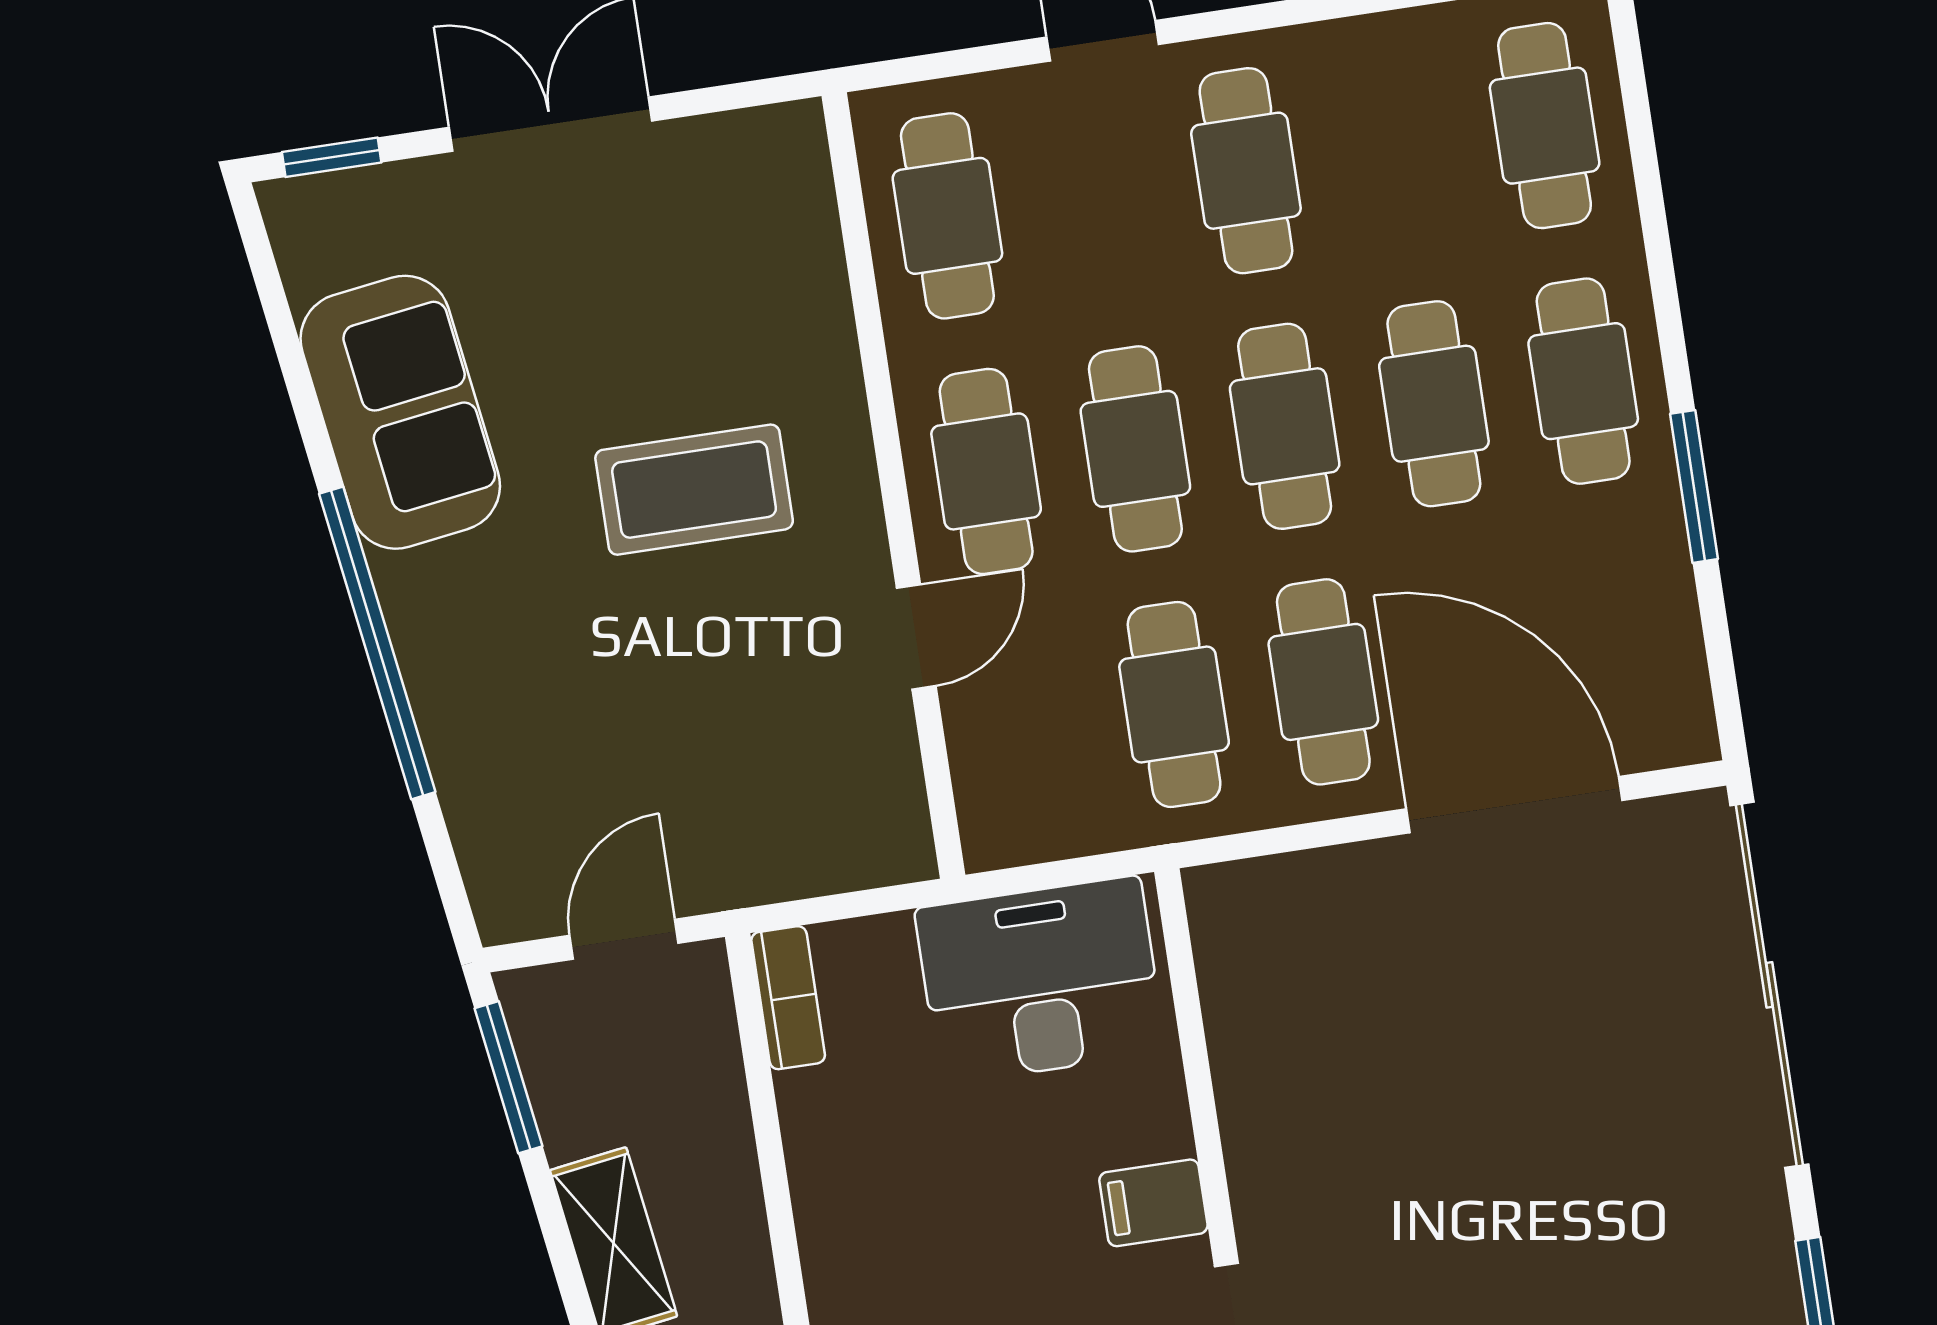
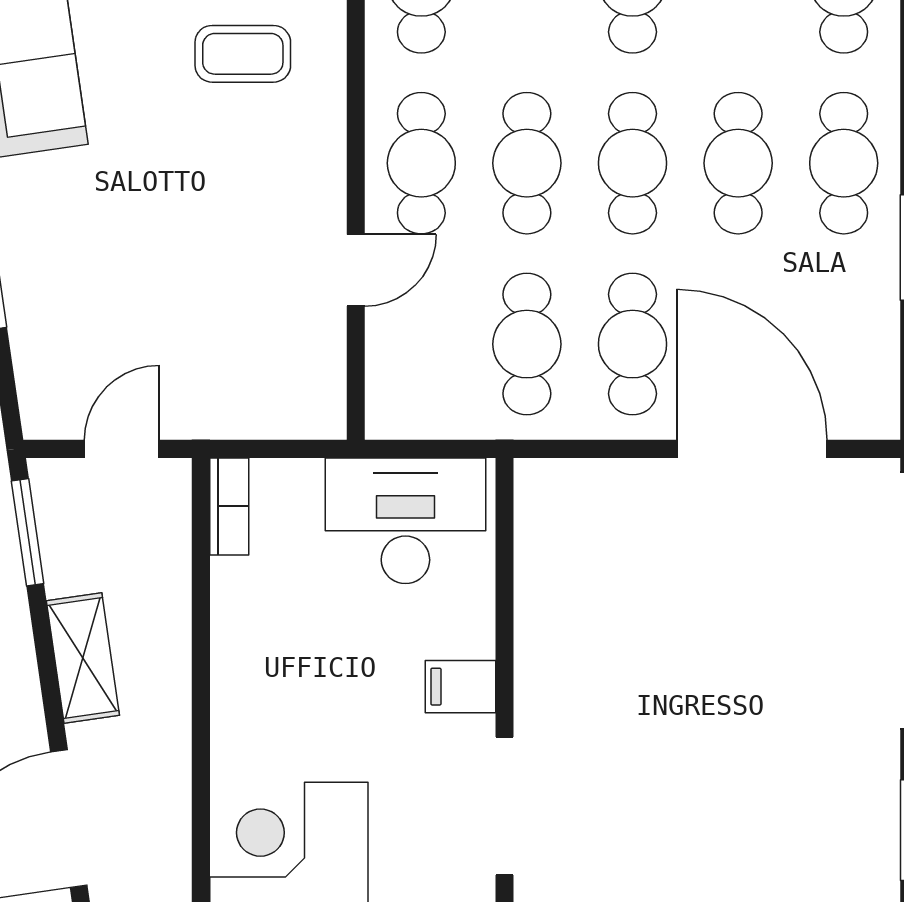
coffee table: (694, 490) -> (243, 54), moved, width x0.73, depth x0.77

